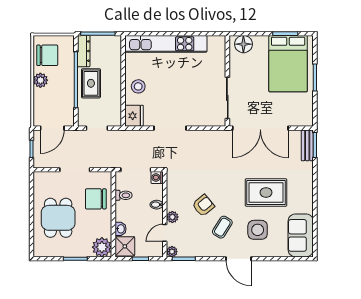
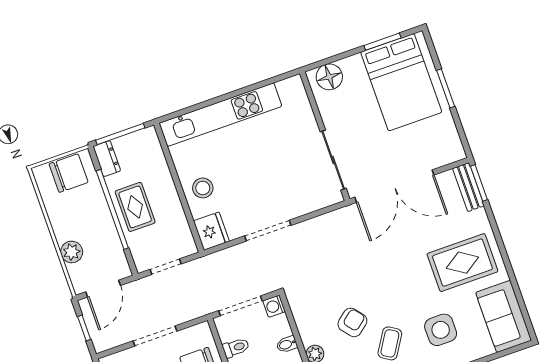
dresser: (84, 51) -> (107, 159), width x0.70
chair: (47, 55) -> (69, 173), moved
plant: (40, 80) -> (72, 252), moved
rug: (266, 192) -> (462, 263), moved

